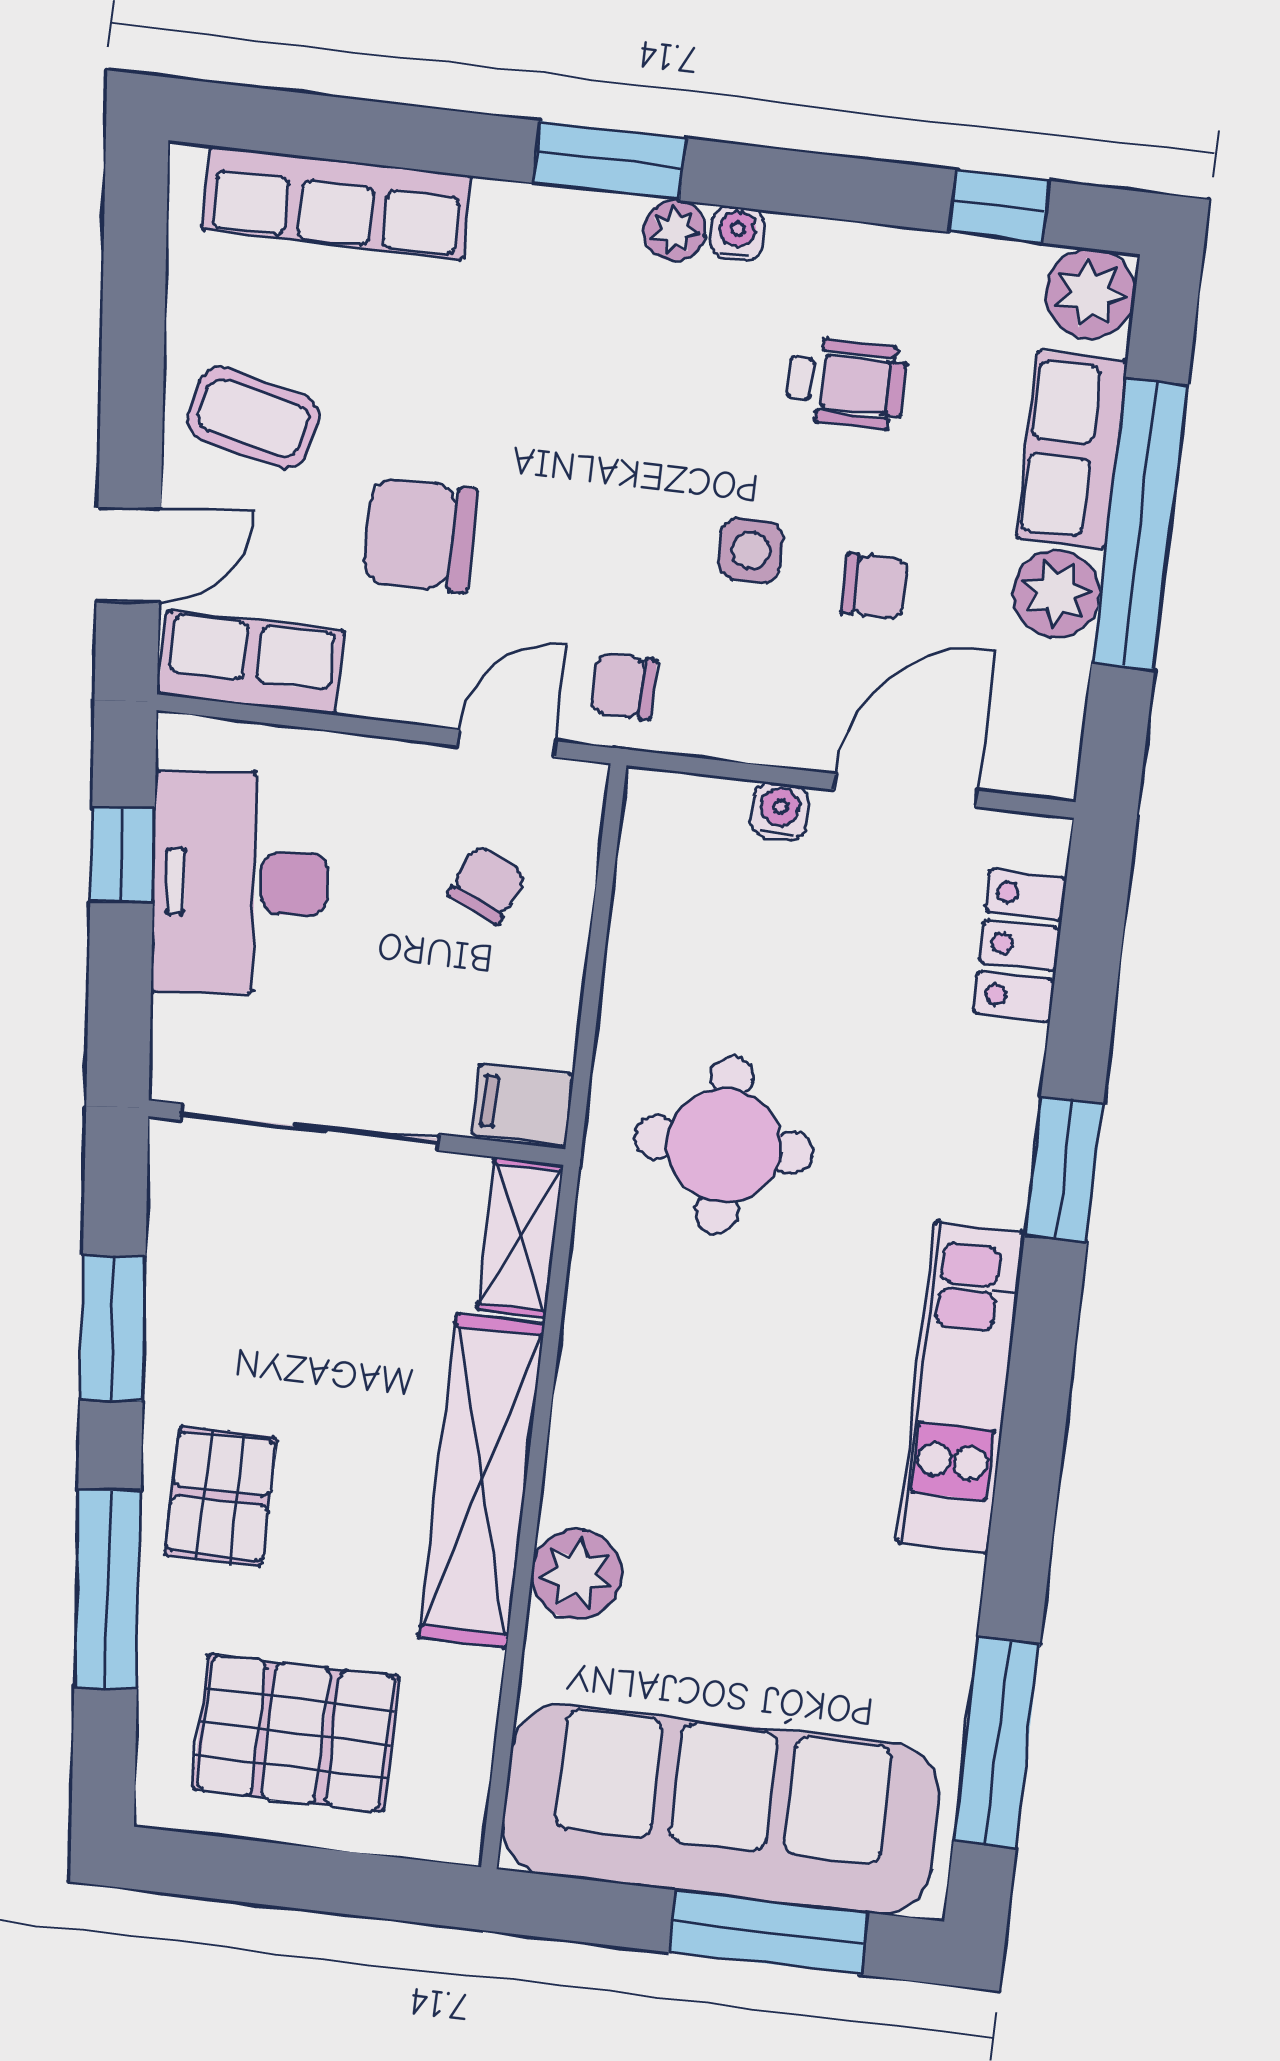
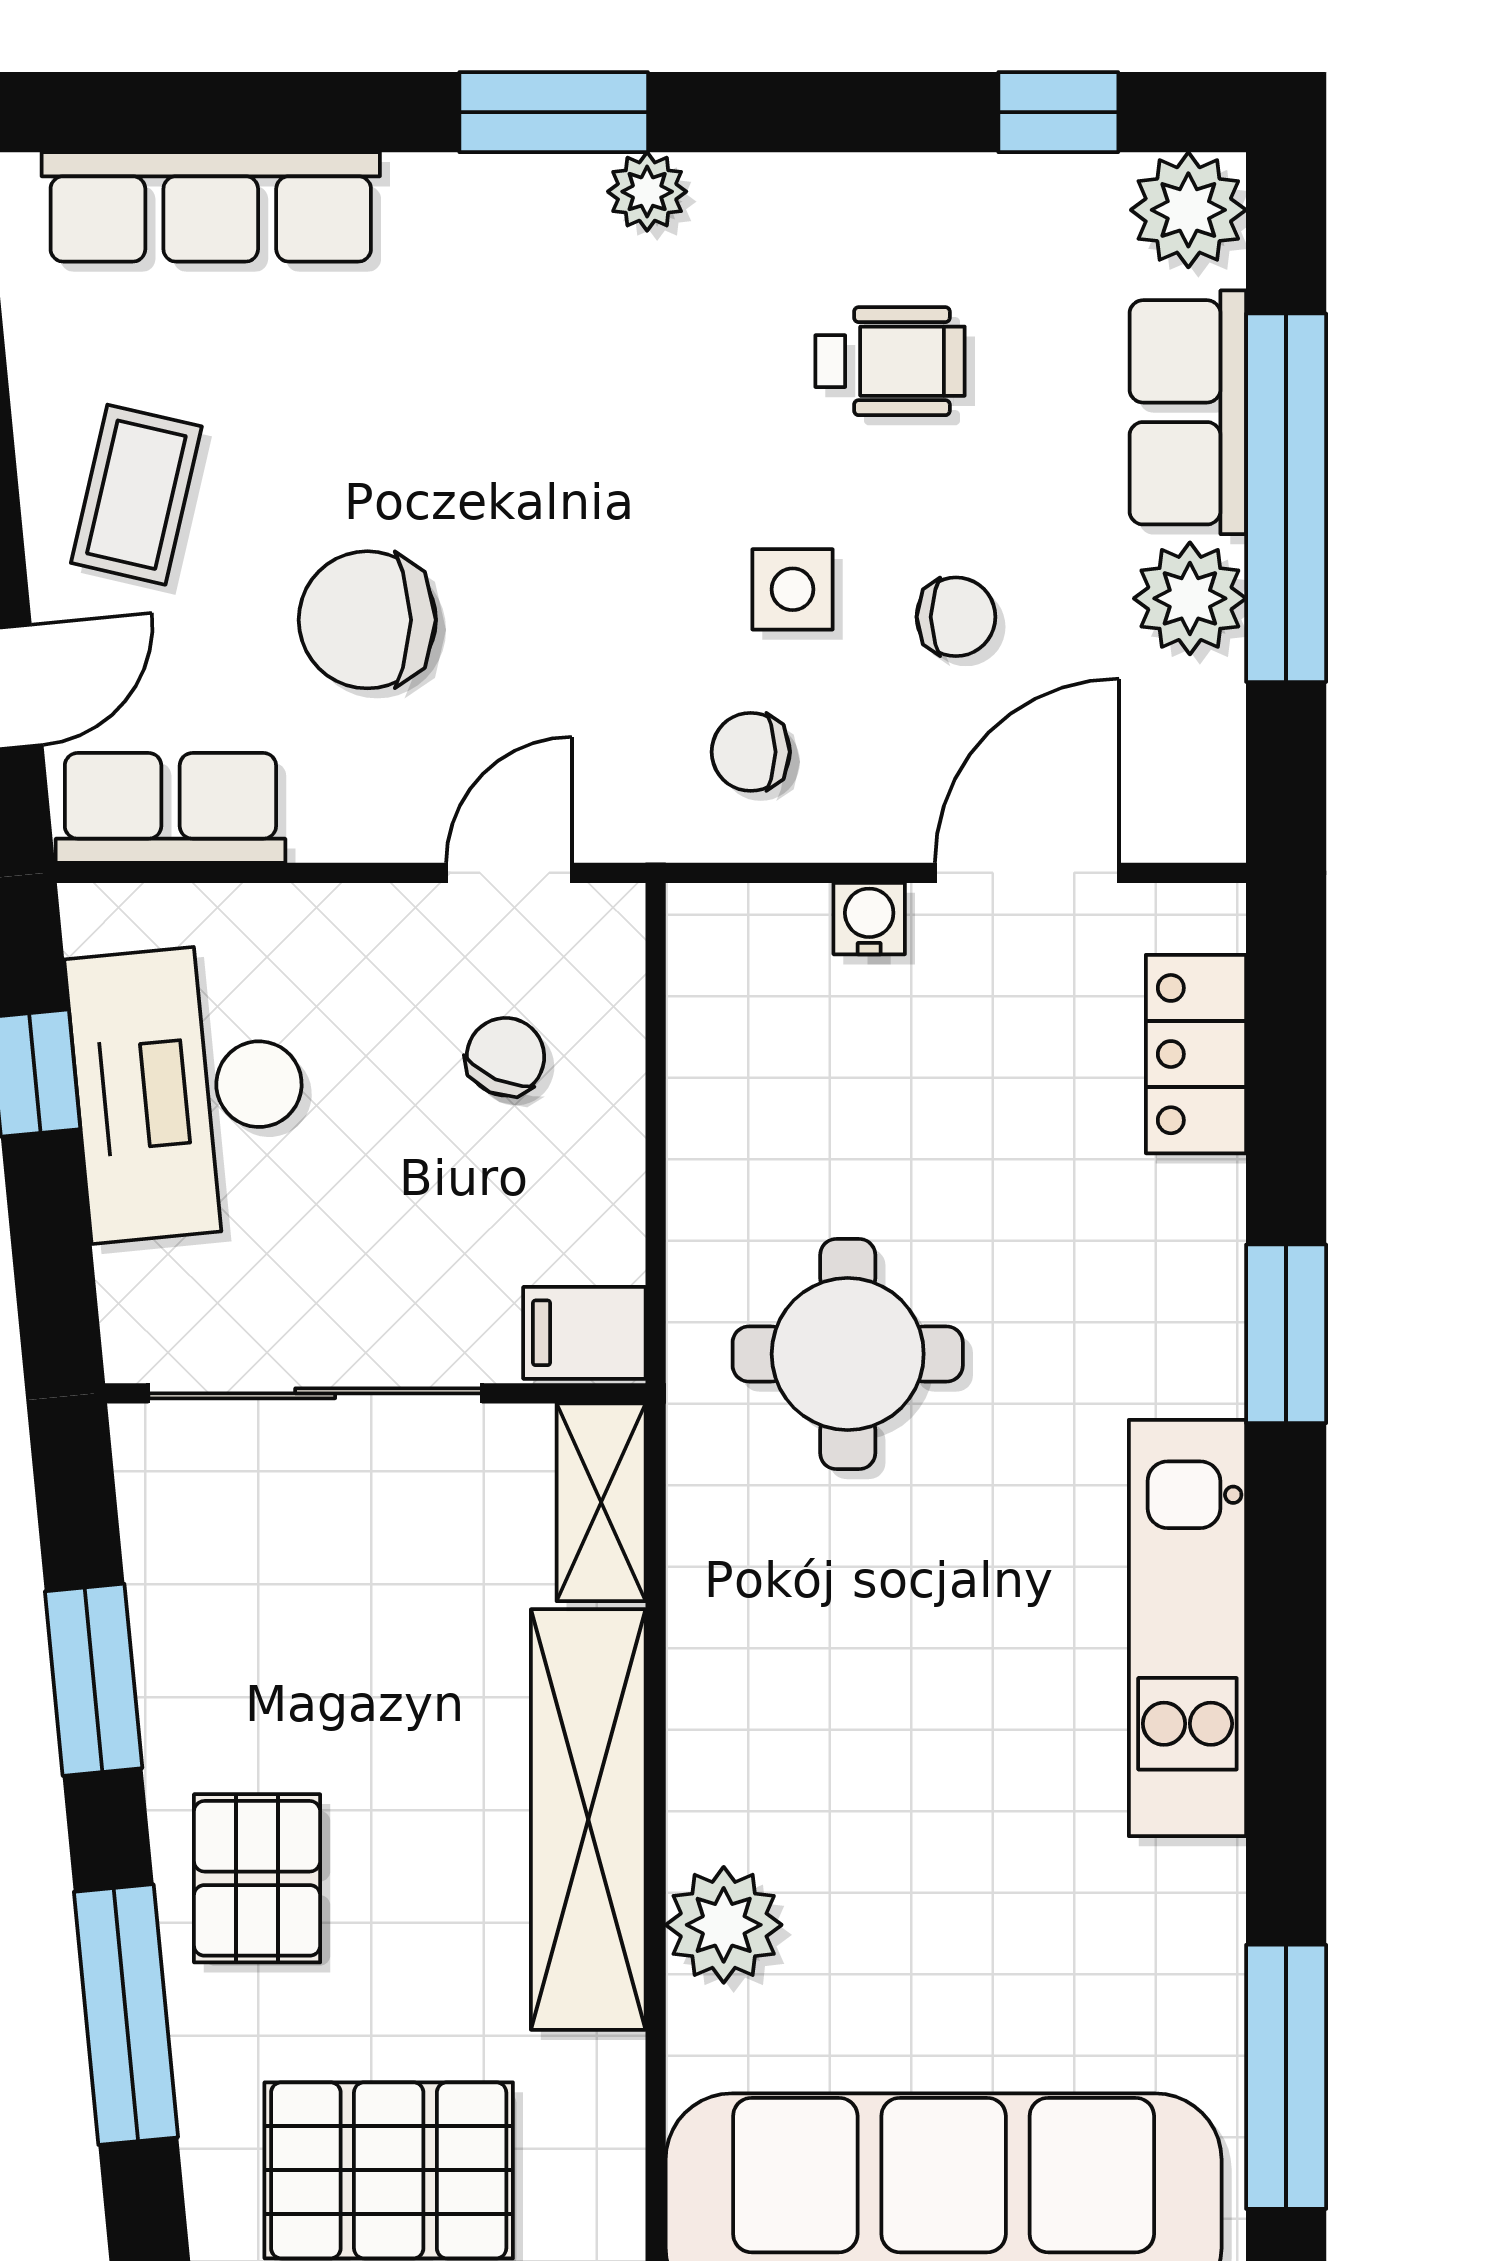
water cooler: (738, 233) -> (728, 186), removed
coffee table: (253, 418) -> (136, 495), turned 90
chair: (624, 686) -> (751, 752), moved

